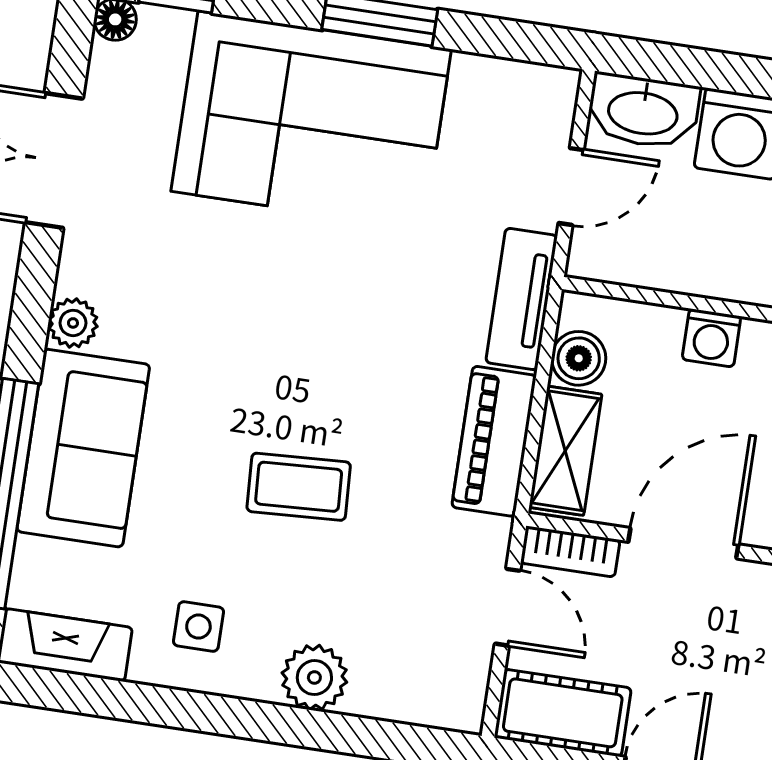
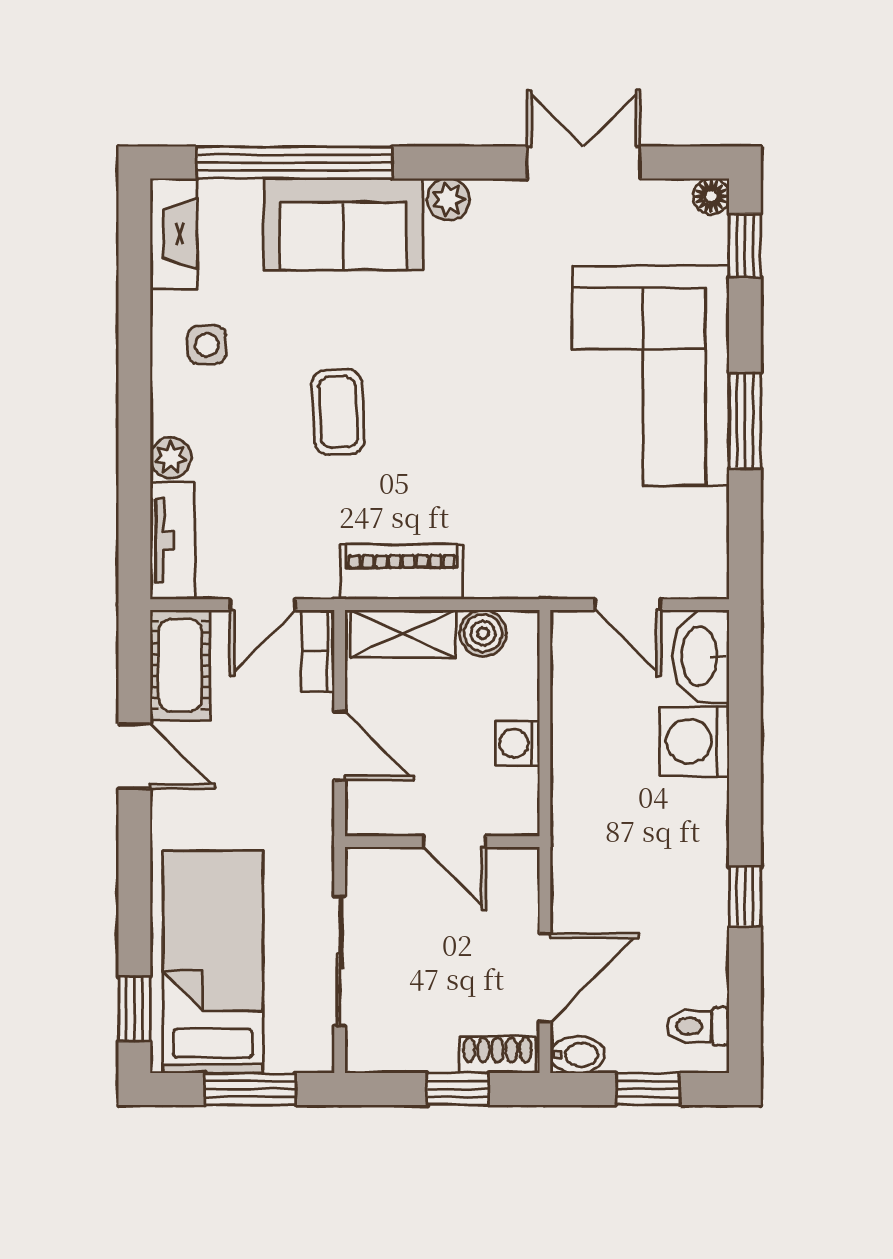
tv unit: (522, 299) -> (173, 541), moved, turned 90
door: (683, 543) -> (340, 746), width x0.73
plant: (314, 677) -> (171, 458), width x0.73, depth x0.73

